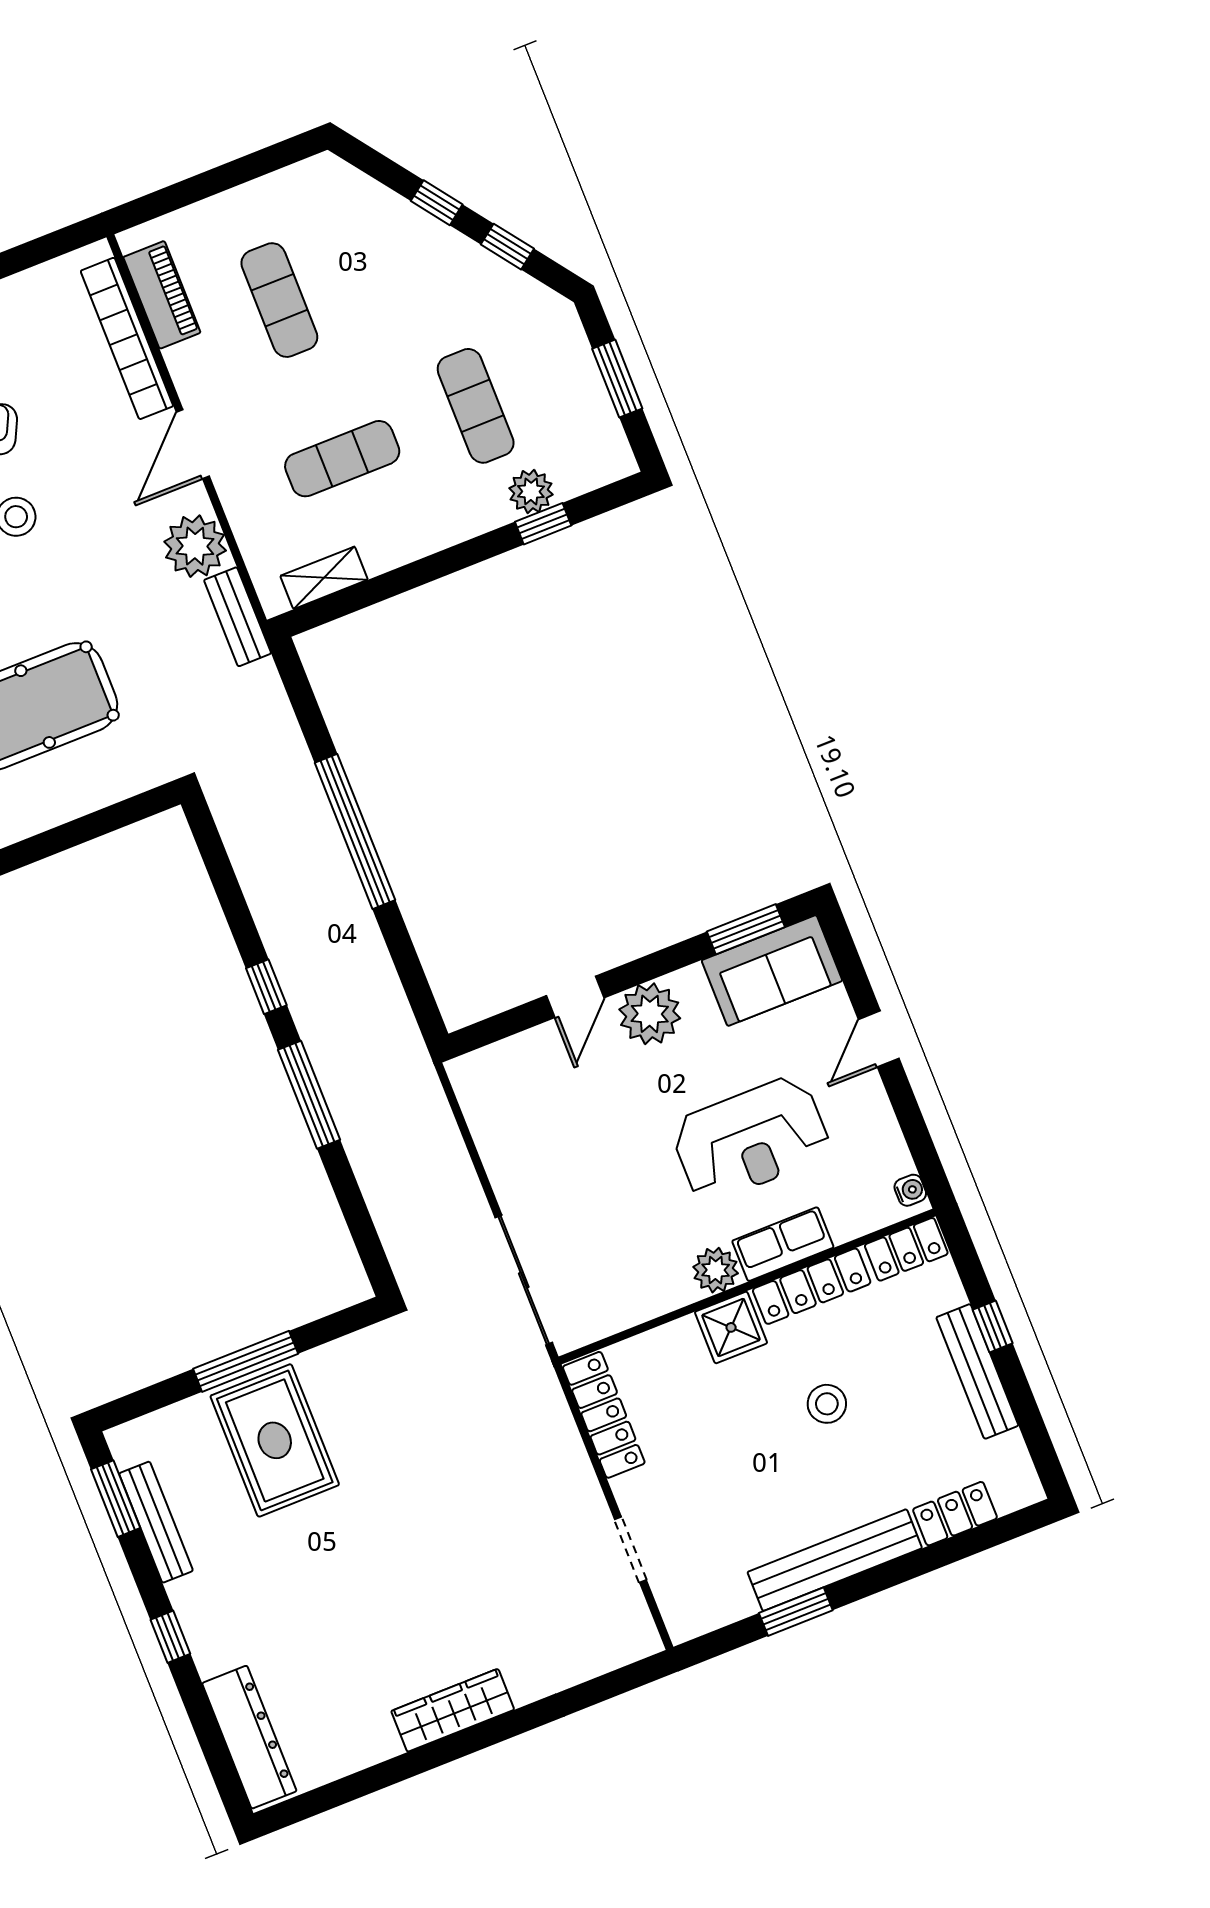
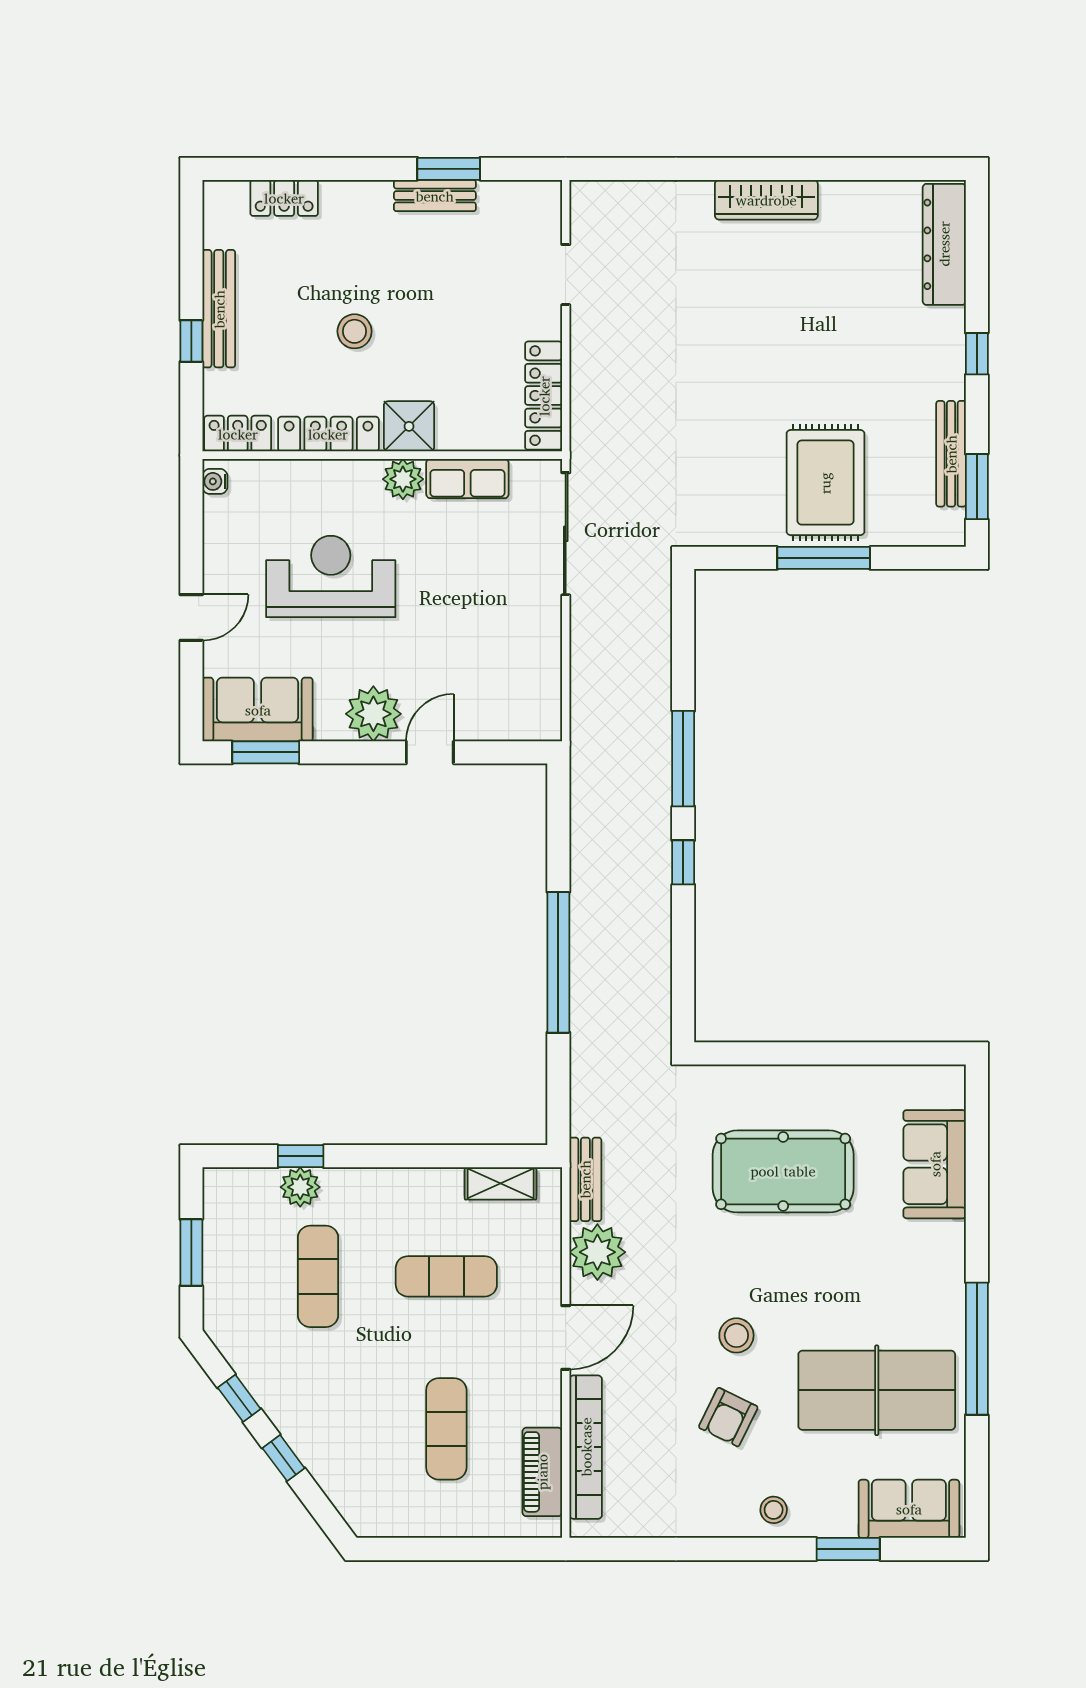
row of seats: (783, 1244) -> (467, 478), moved
bench: (835, 1560) -> (435, 196), width x0.54, depth x0.82

